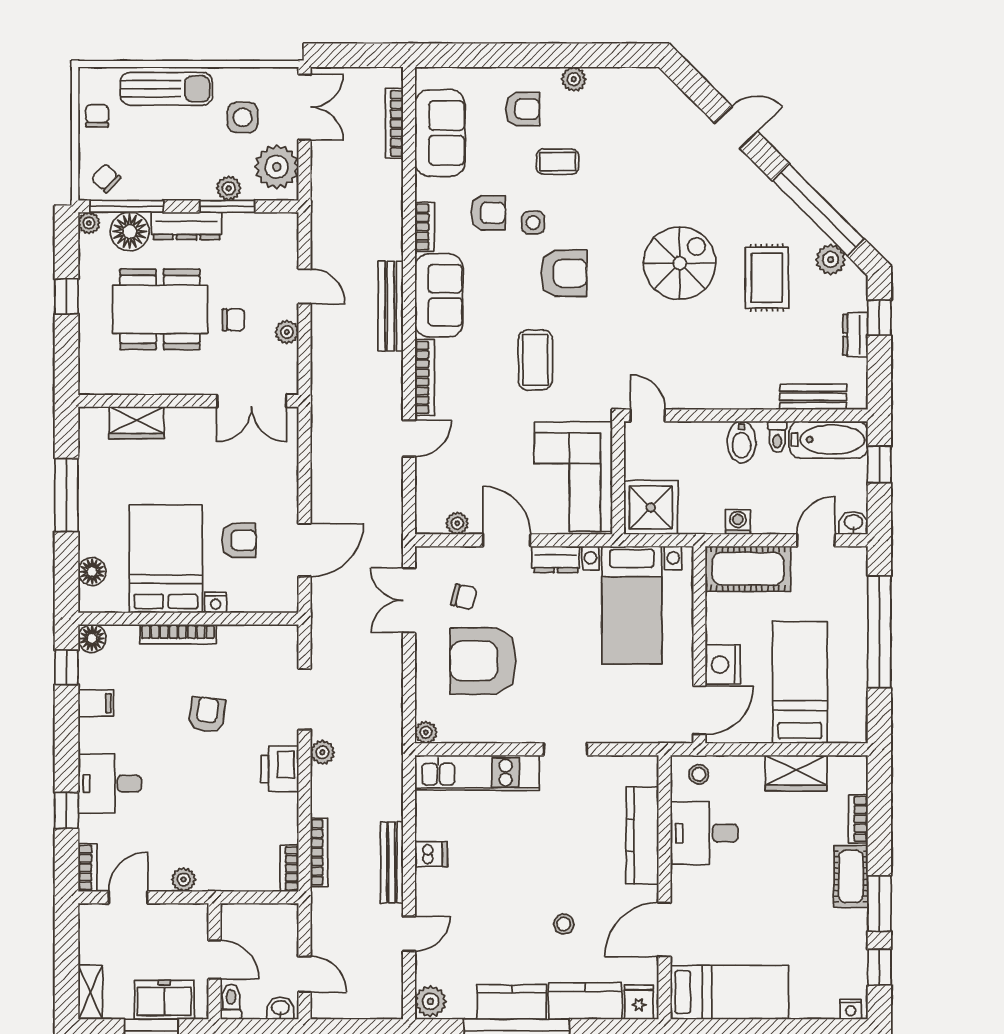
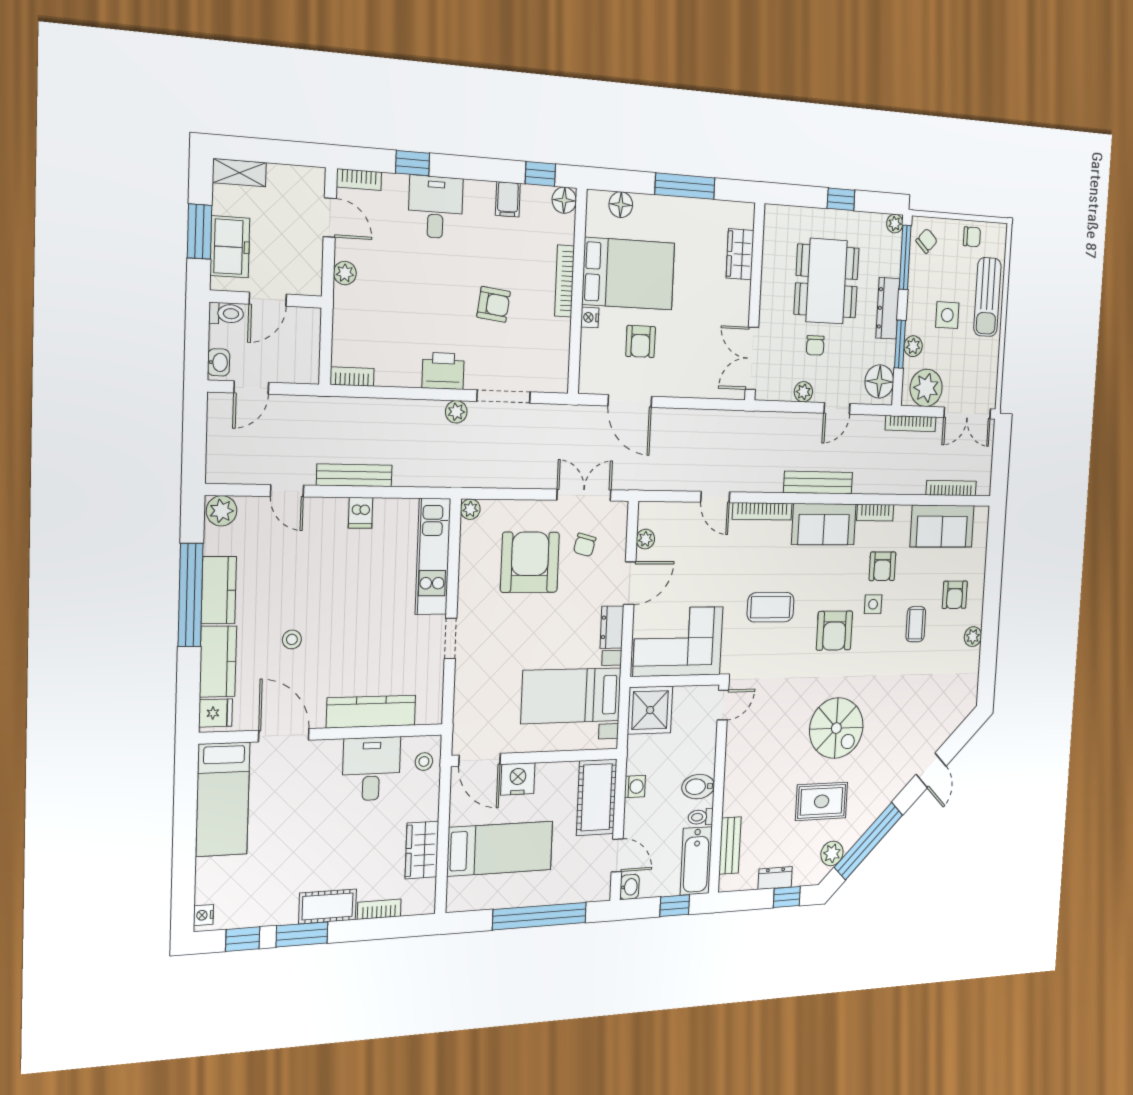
side table: (243, 117) -> (947, 315), moved
floor lamp: (130, 232) -> (879, 381), moved
bookcase: (319, 852) -> (911, 424), moved

